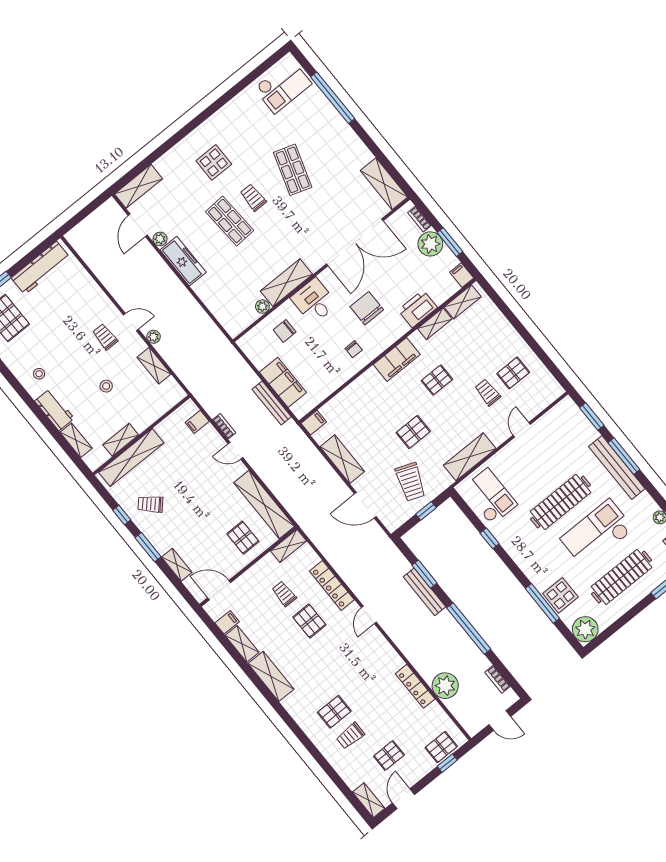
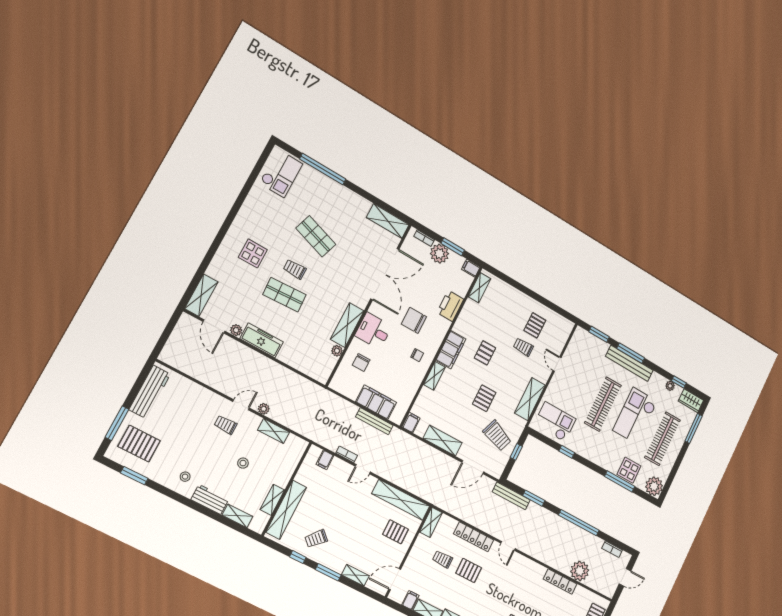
shelving: (435, 324) -> (434, 376), moved
bench: (424, 592) -> (511, 496), moved

